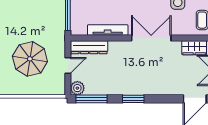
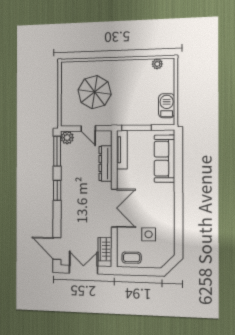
tv unit: (108, 30) -> (122, 150), moved
dresser: (89, 47) -> (105, 163), moved

